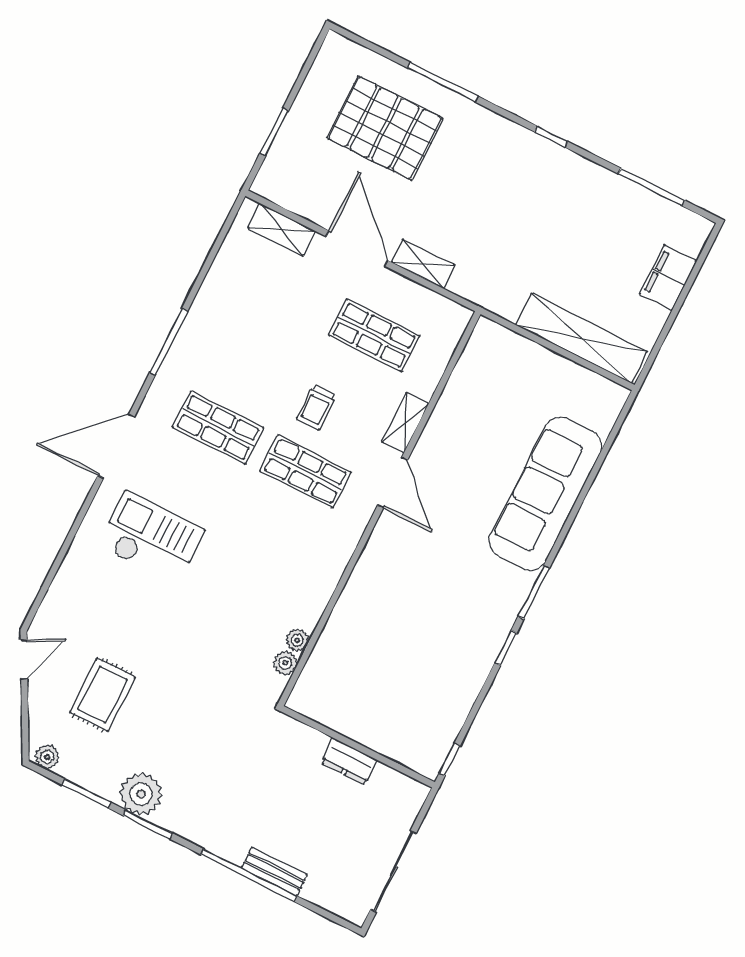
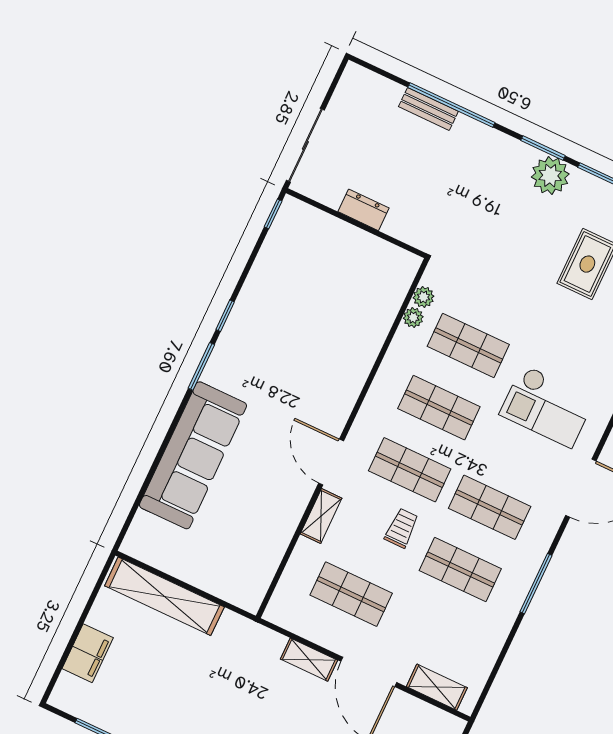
shop shelf: (252, 359) -> (460, 570), added
shop shelf: (271, 540) -> (439, 408), added
shop shelf: (237, 608) -> (468, 345), added
sliding door: (393, 871) -> (305, 145), moved

